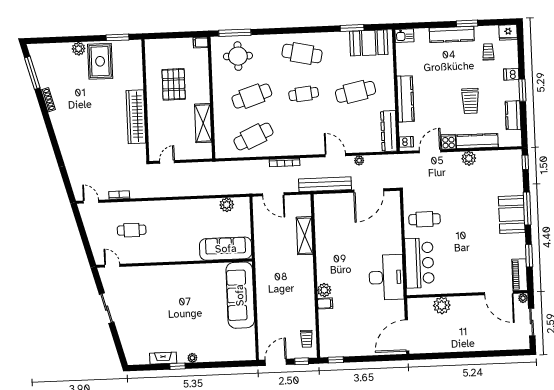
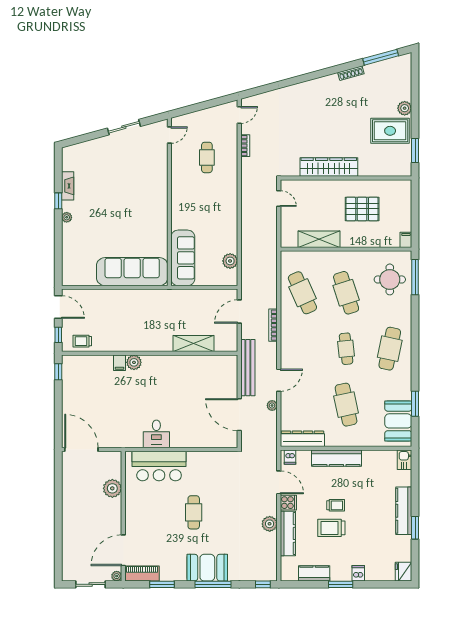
trolley: (488, 52) -> (336, 505), moved
cafe table: (425, 219) -> (194, 512), moved
desk: (386, 277) -> (156, 434), width x0.53, depth x0.77

